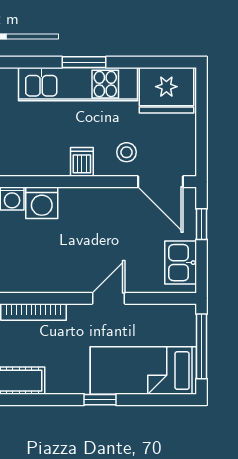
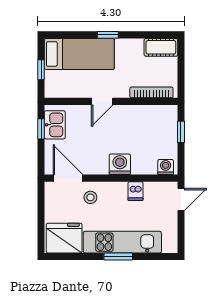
dishwasher: (82, 162) -> (135, 191), moved
washing machine: (42, 203) -> (120, 164), moved
window: (202, 224) -> (41, 129), moved
window: (202, 346) -> (41, 70), width x0.46

